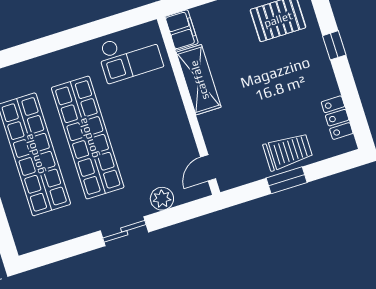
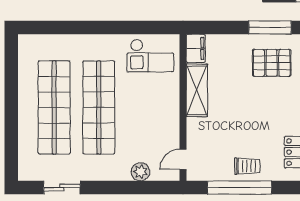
trolley: (288, 152) -> (247, 166), width x0.73, depth x0.72
window: (287, 180) -> (240, 188), width x2.11
sliding door: (124, 231) -> (62, 188), moved

